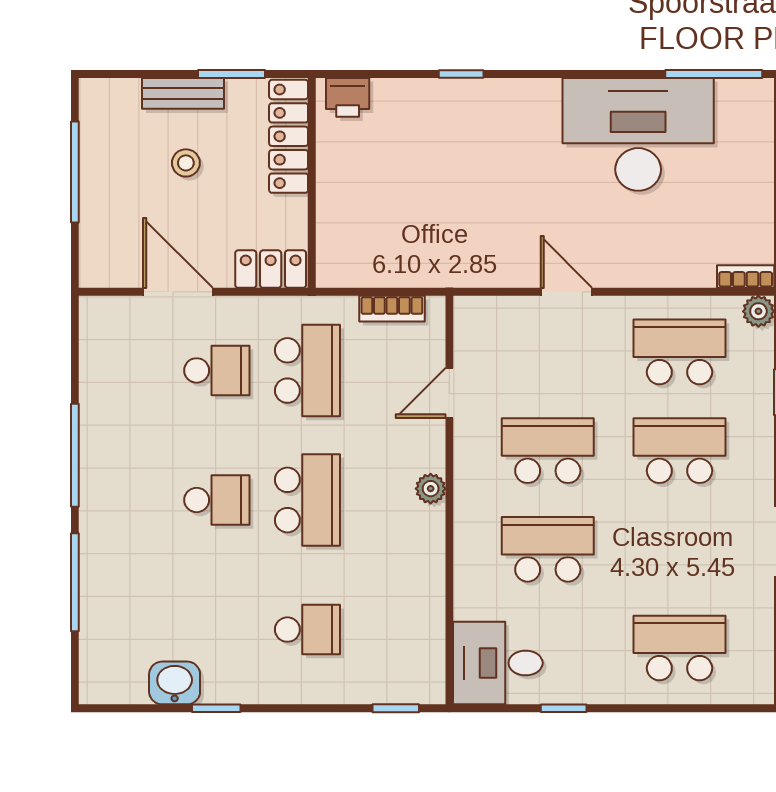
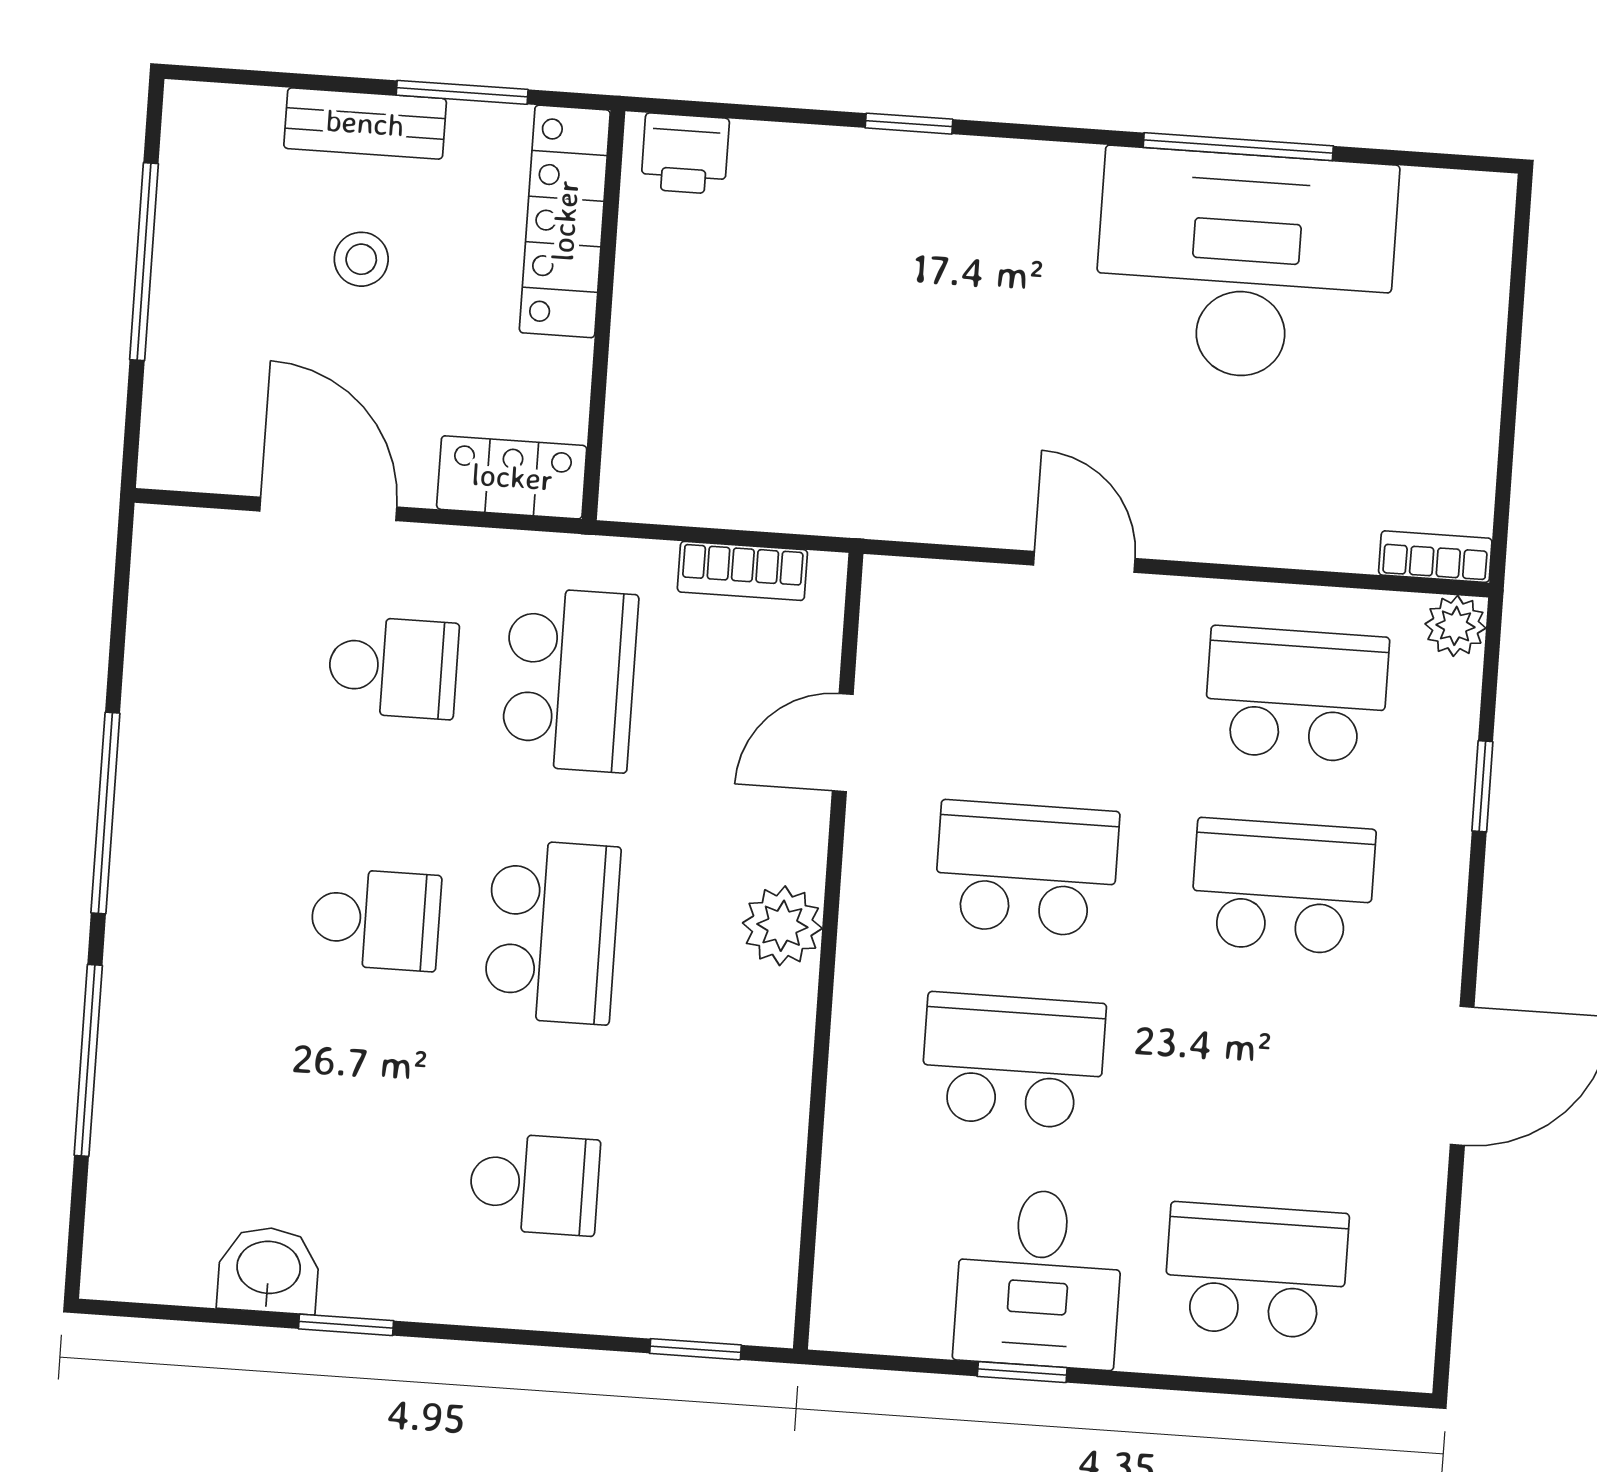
window: (714, 74) -> (1238, 147), moved
plant: (431, 489) -> (782, 926), width x1.38, depth x1.38
desk: (498, 663) -> (1039, 1278), moved, turned -90

